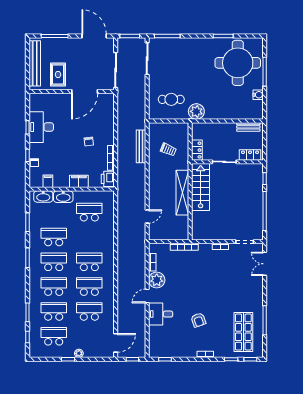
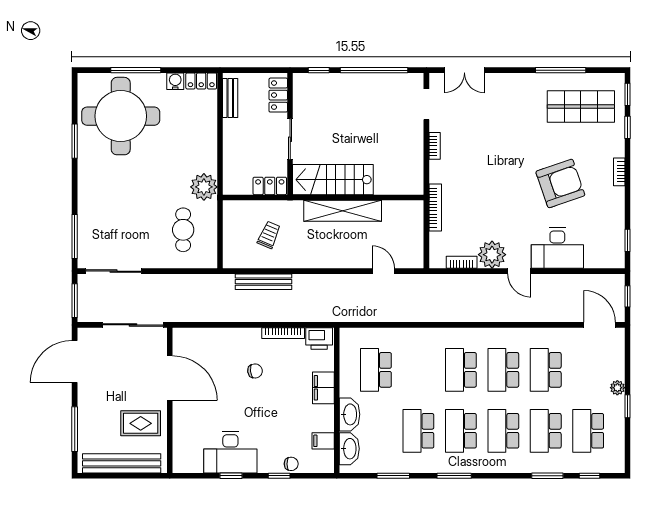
locker: (258, 110) -> (201, 81), added
desk: (161, 314) -> (557, 248), width x1.37
armchair: (198, 320) -> (560, 183), width x1.88, depth x1.88

